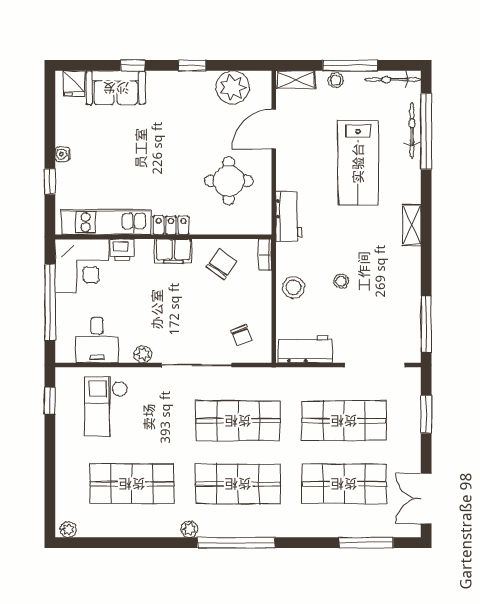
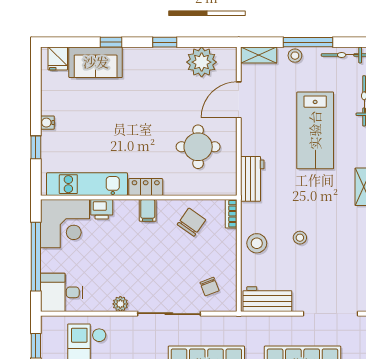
filing cabinet: (173, 251) -> (148, 210), width x0.50
desk: (97, 340) -> (61, 292), moved, turned 90

